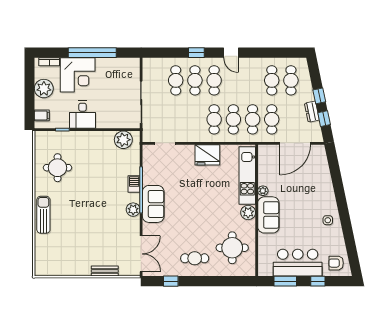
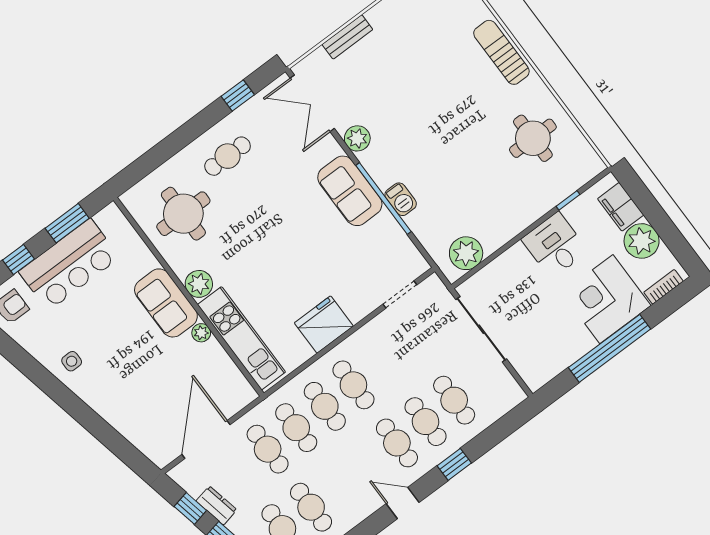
filing cabinet: (42, 115) -> (621, 207), width x2.00
plant: (133, 210) -> (357, 138), moved
sun lounger: (43, 215) -> (501, 52), turned 180

